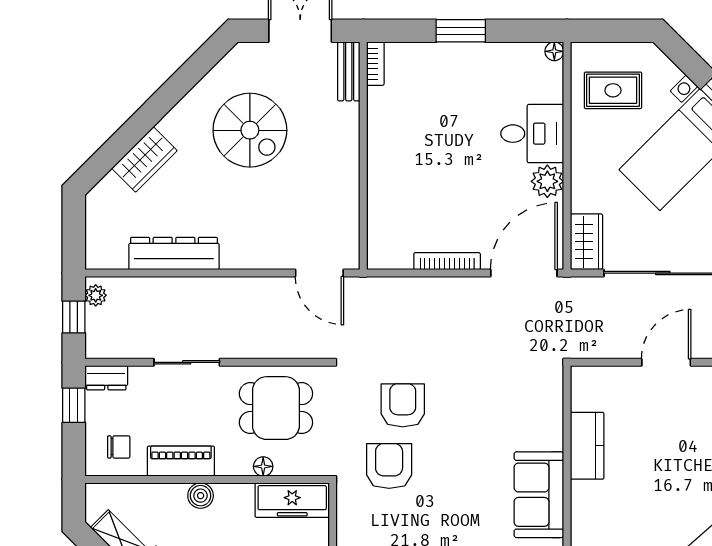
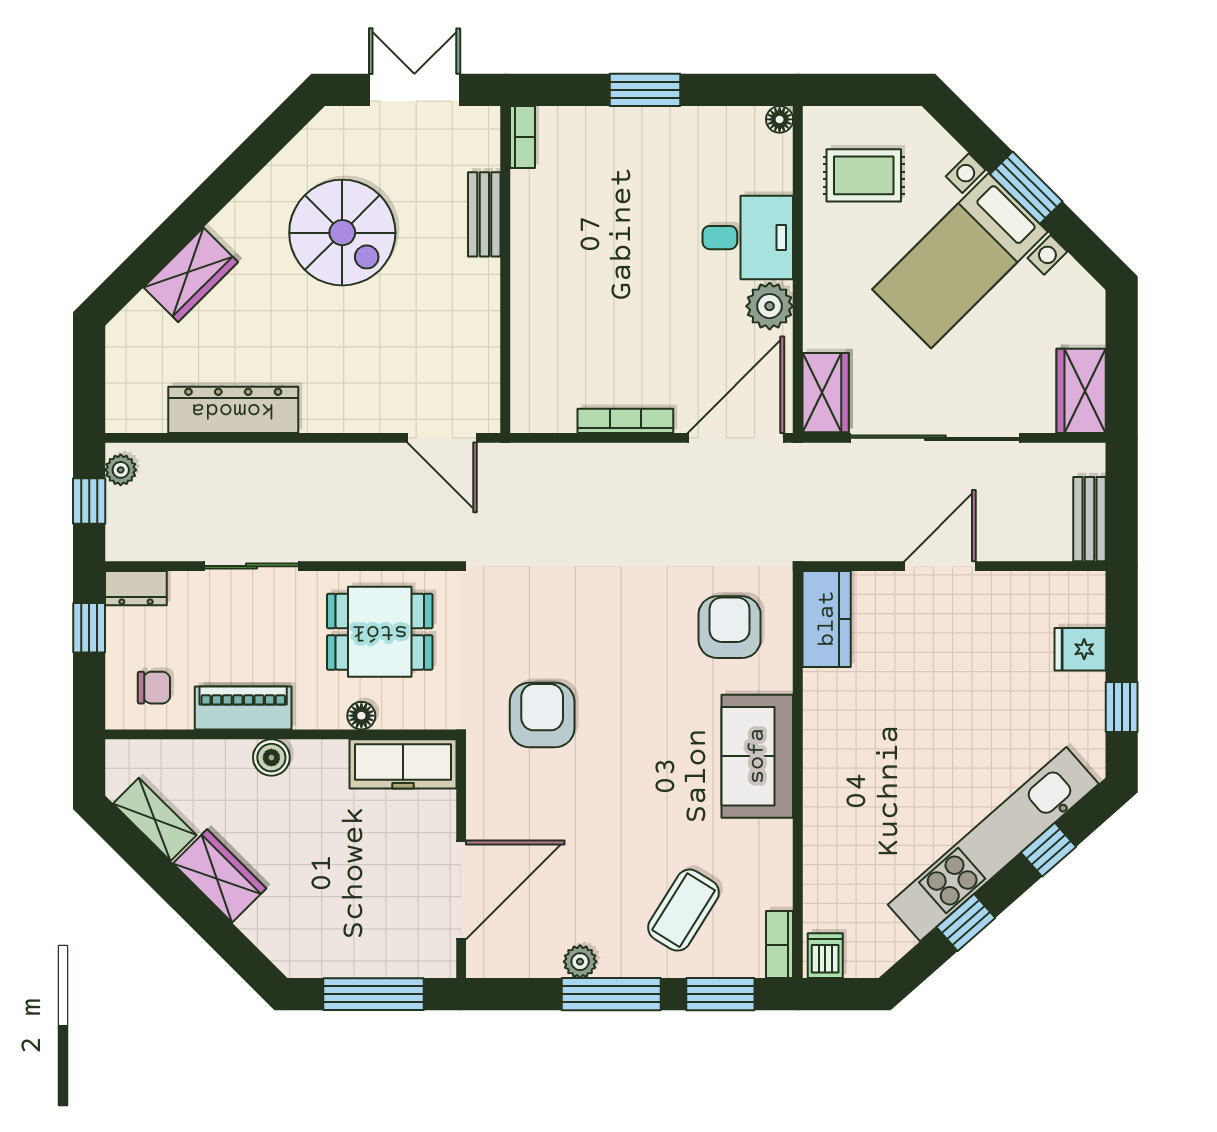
bench: (349, 71) -> (484, 214), moved
armchair: (403, 405) -> (730, 627), moved
kitchen counter: (587, 446) -> (827, 619), moved

